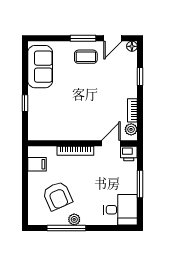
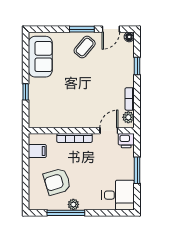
coffee table: (86, 57) -> (85, 47), turned -50
armchair: (57, 196) -> (57, 182), turned 97

